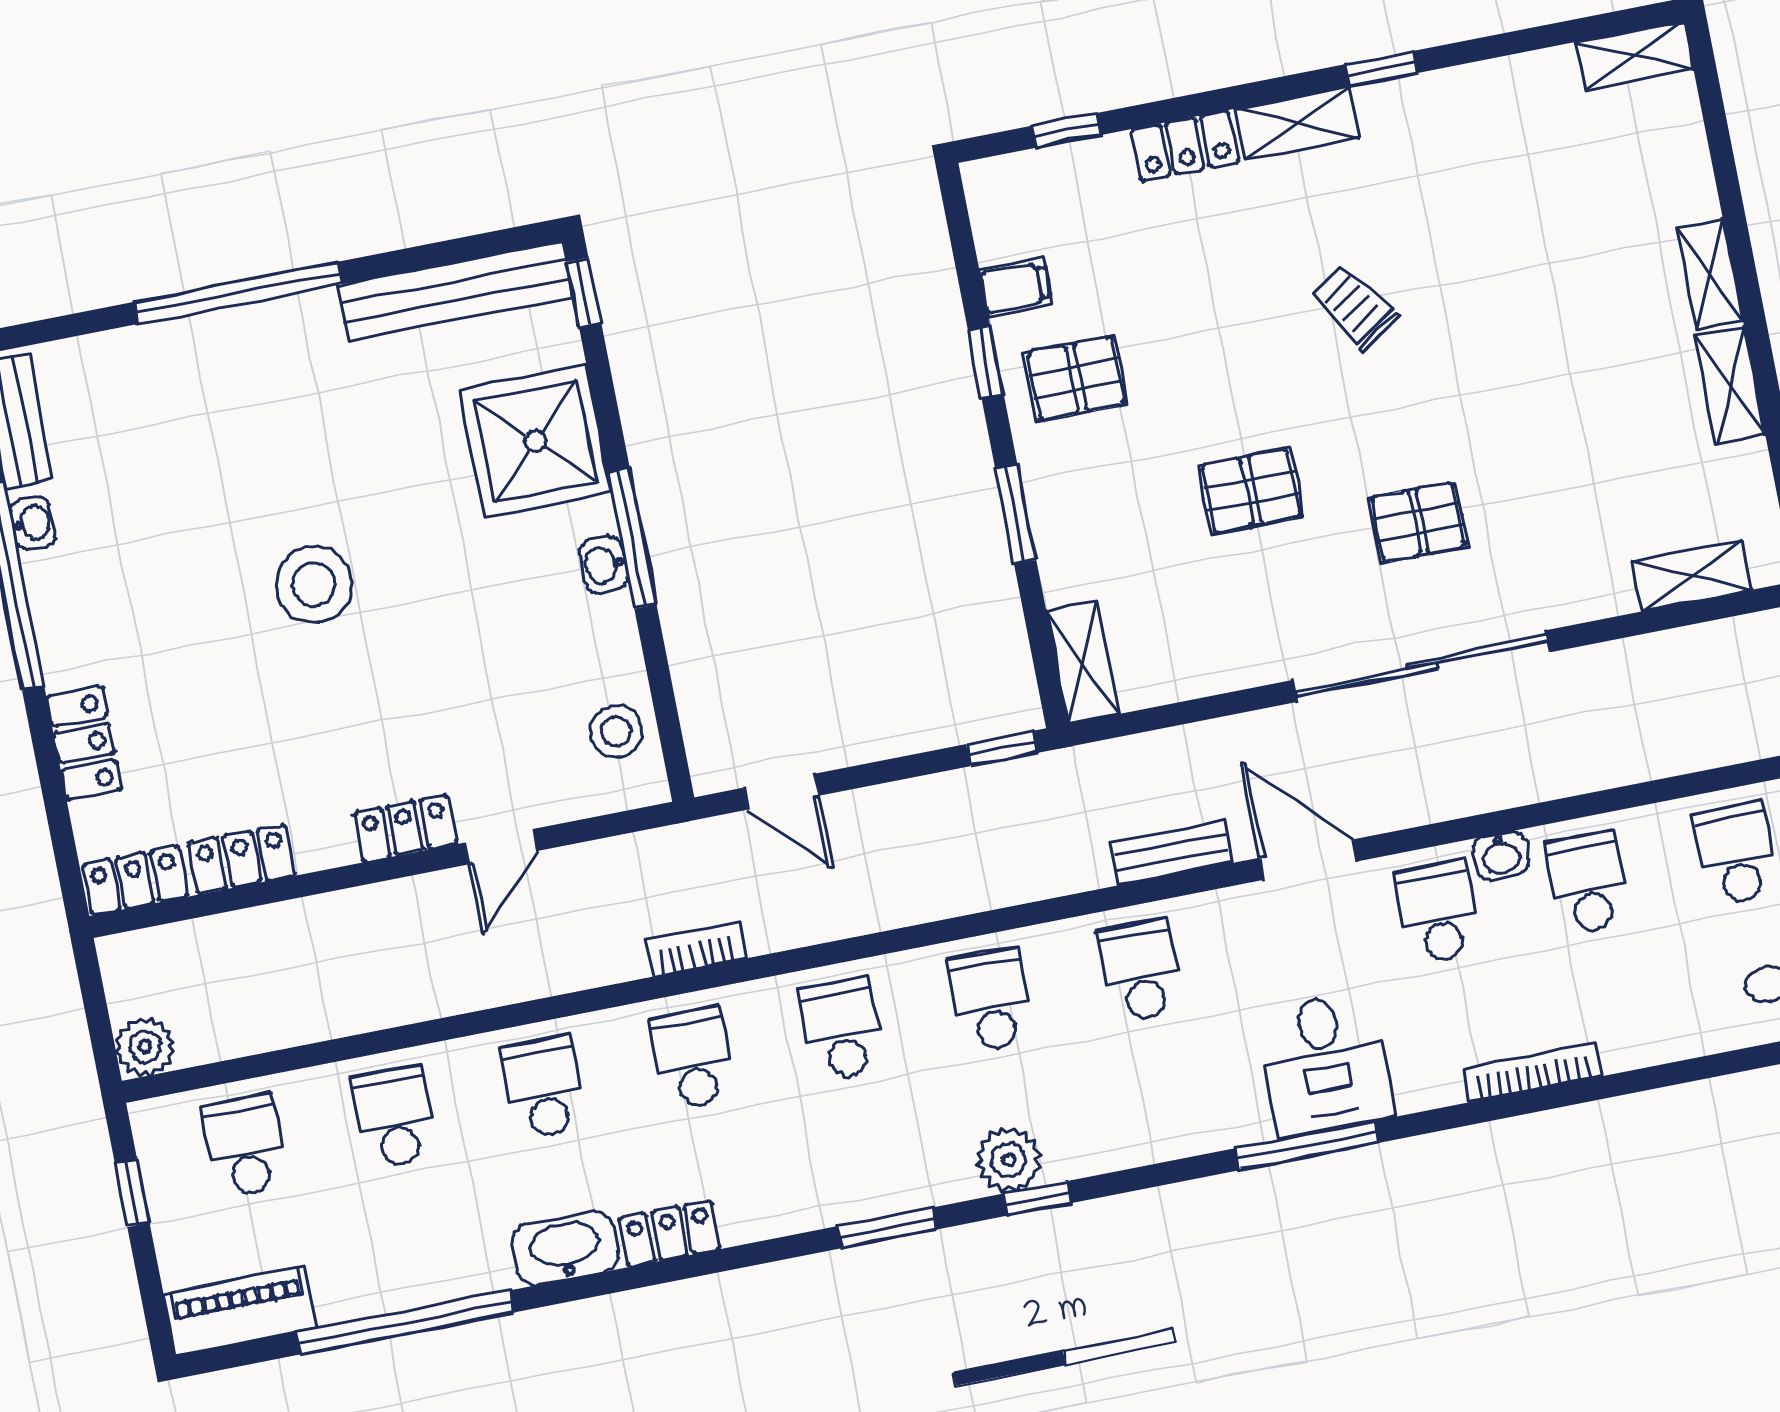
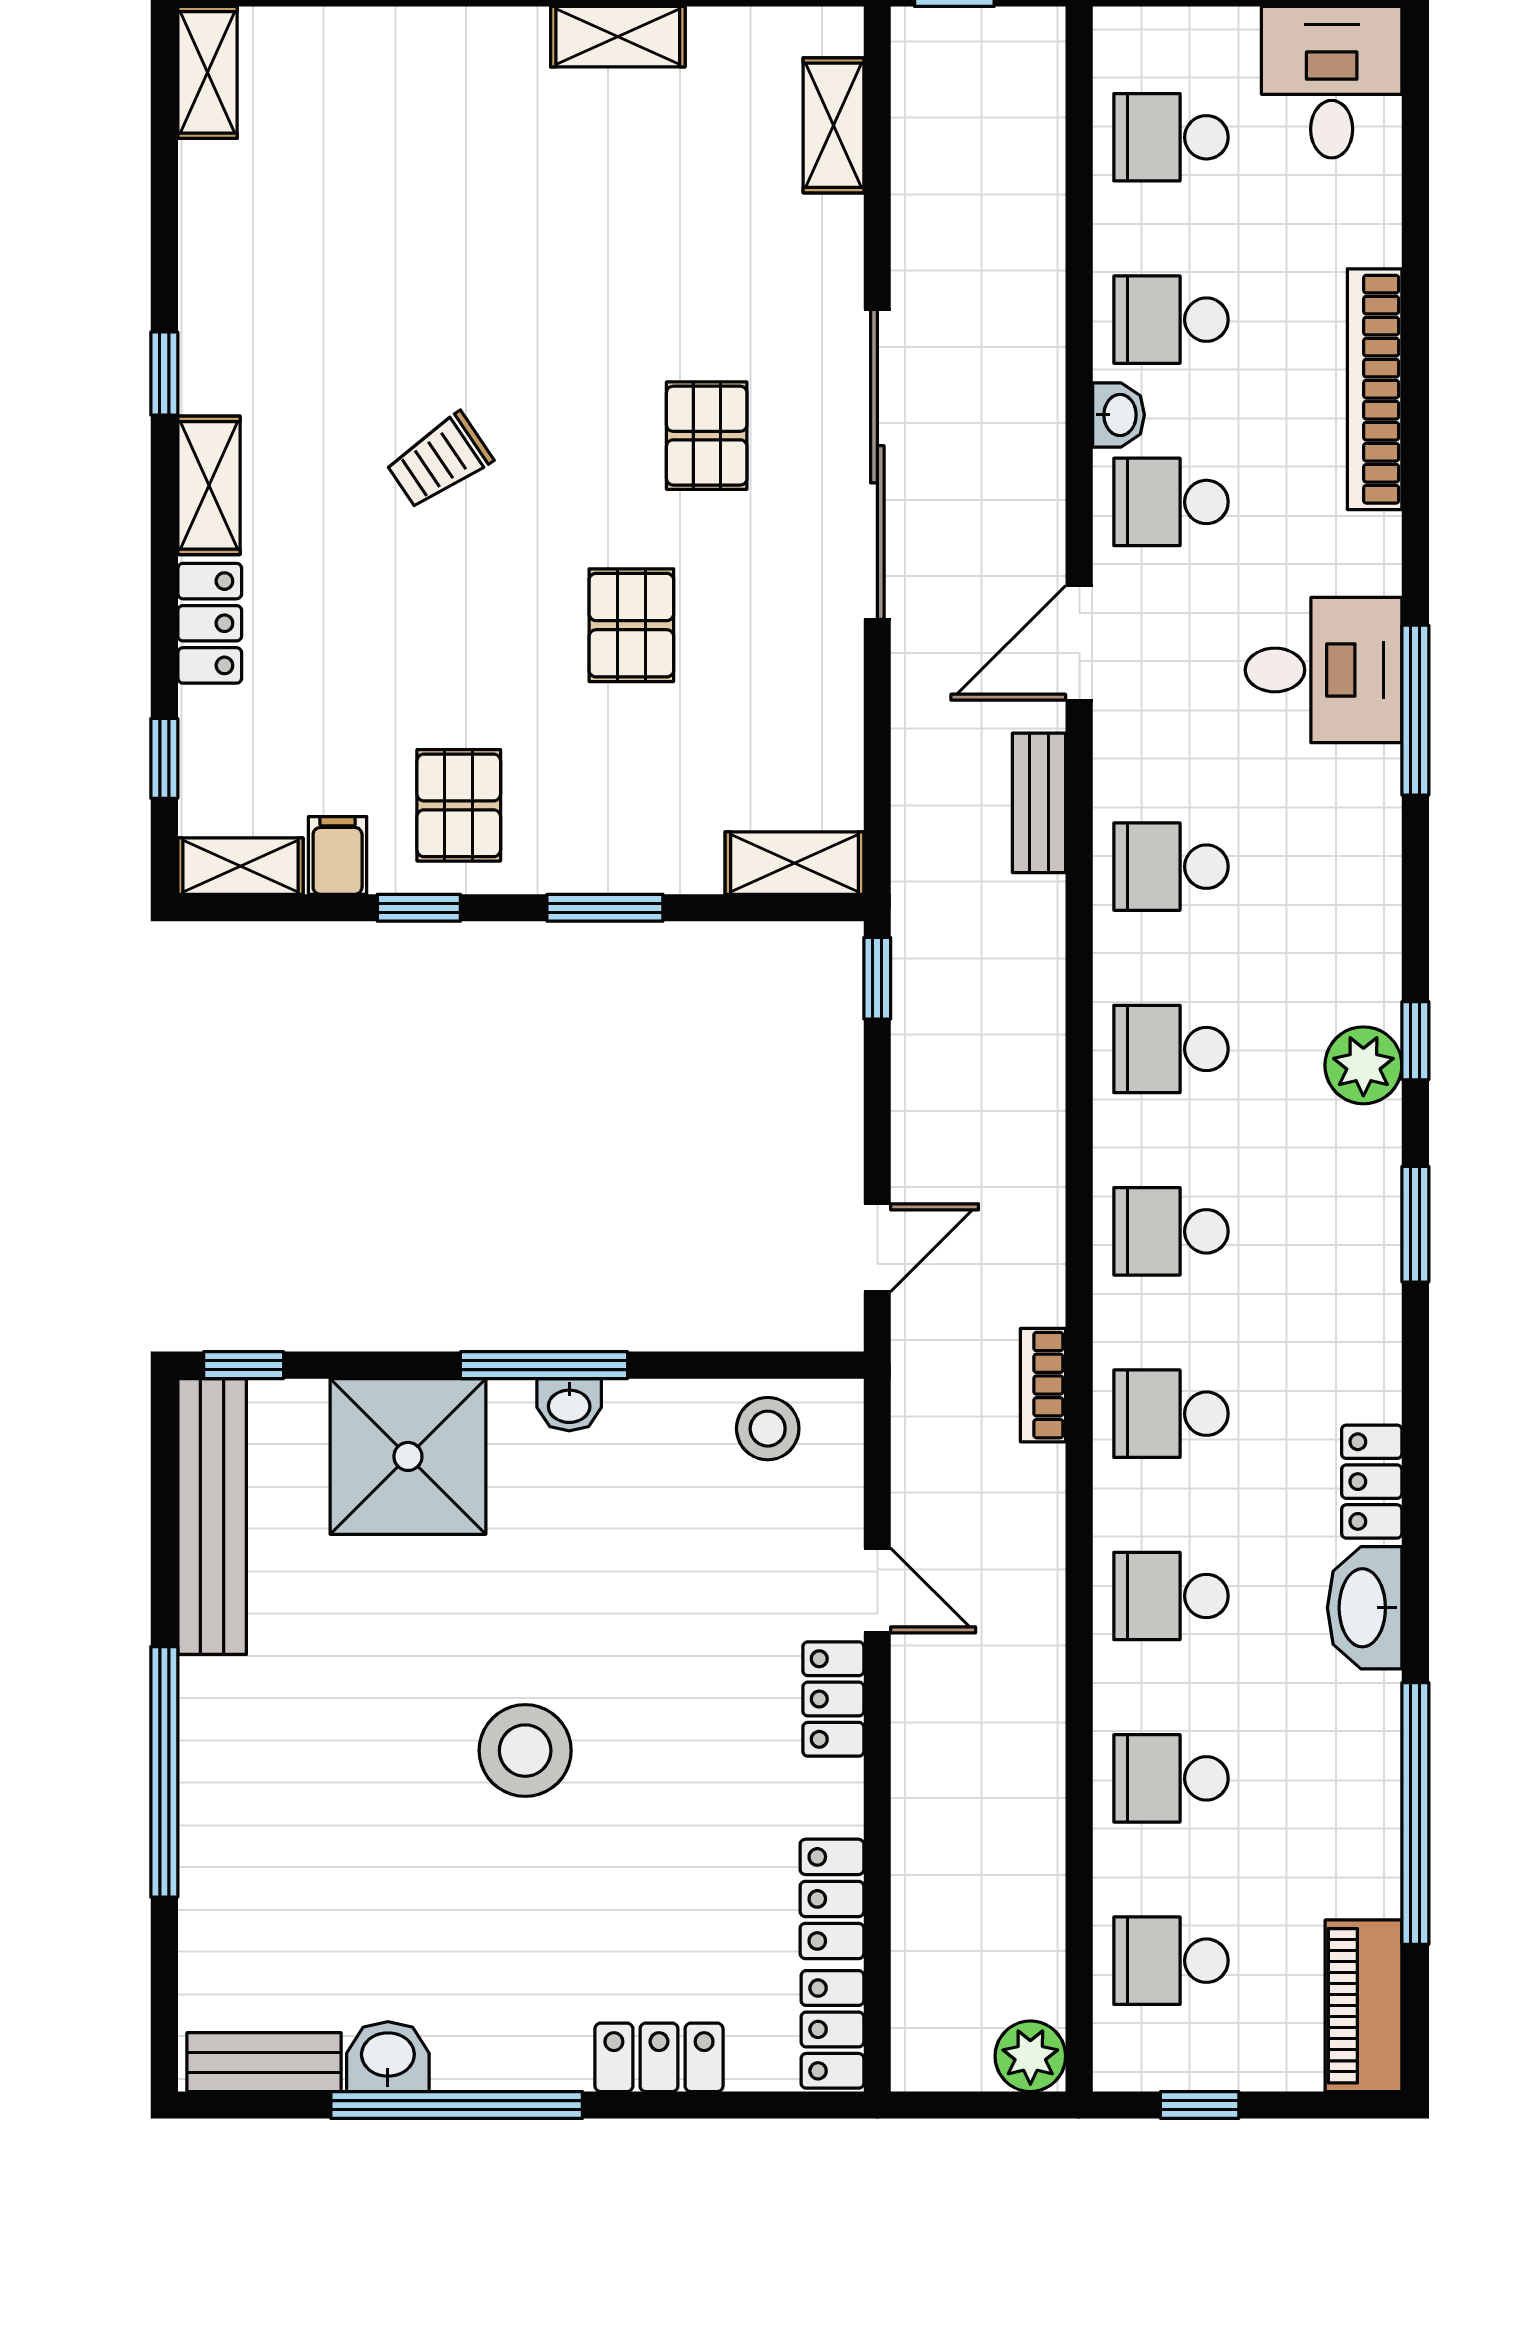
shelving: (1710, 274) -> (240, 866), moved
washbasin: (33, 523) -> (388, 2057), width x1.38, depth x1.45
bookcase: (1532, 1072) -> (1375, 389), width x1.48, depth x1.31

